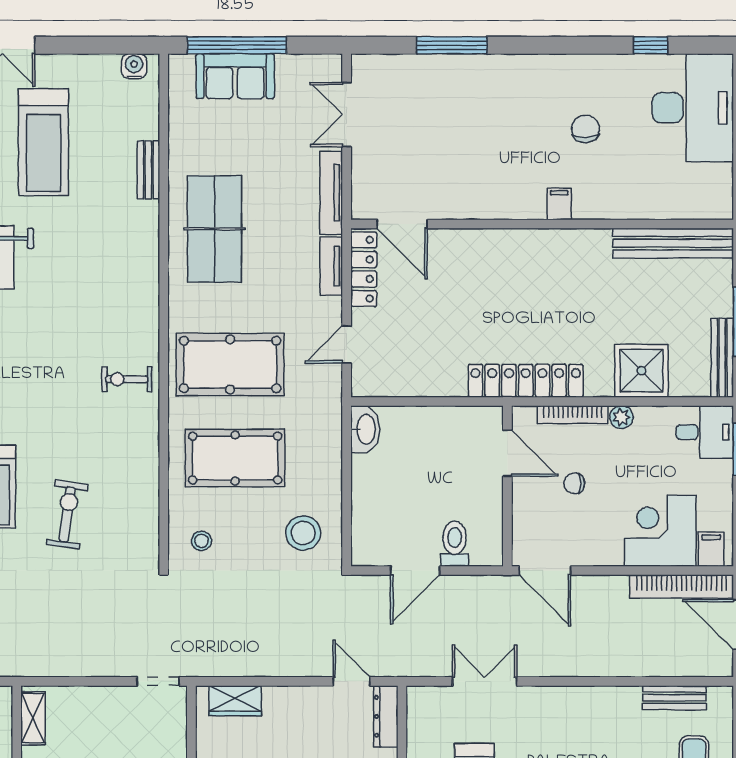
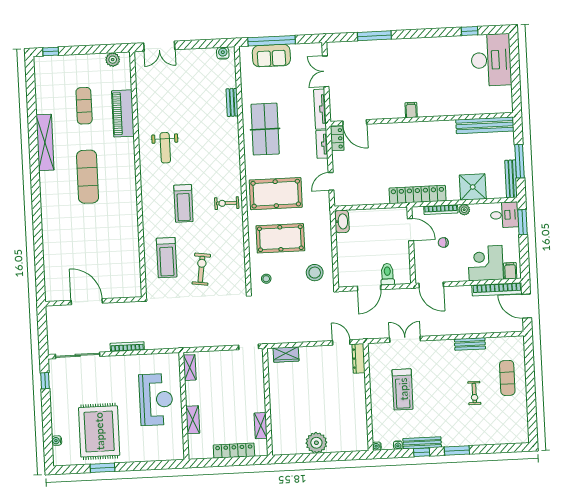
chair: (586, 129) -> (440, 73), removed
treadmill: (43, 142) -> (183, 203), moved, width x0.73, depth x0.73
filing cabinet: (559, 204) -> (411, 110), moved
locker: (364, 269) -> (337, 138), width x0.66
bench: (674, 698) -> (470, 344), moved

